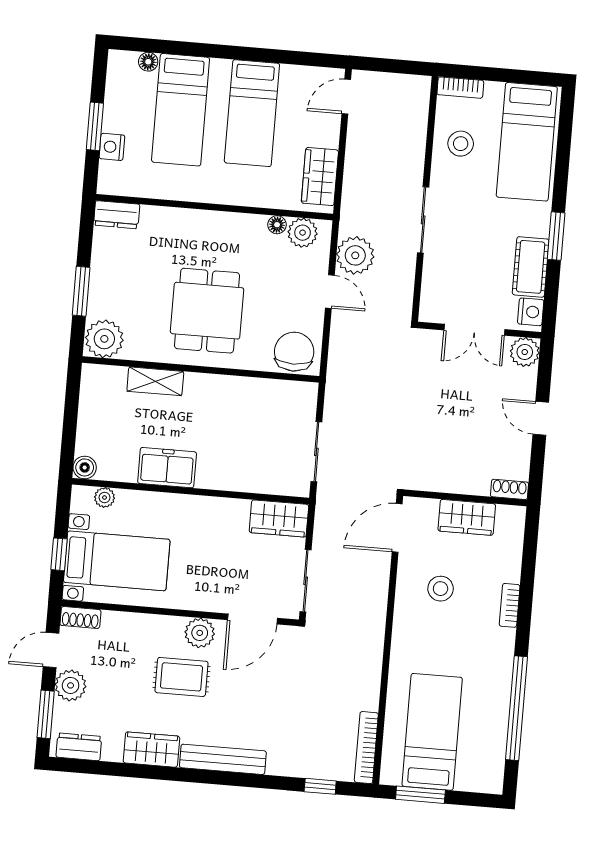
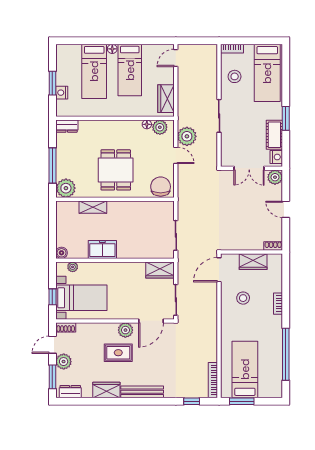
floor lamp: (148, 62) -> (112, 49), moved
window: (81, 291) -> (52, 166), width x1.44

